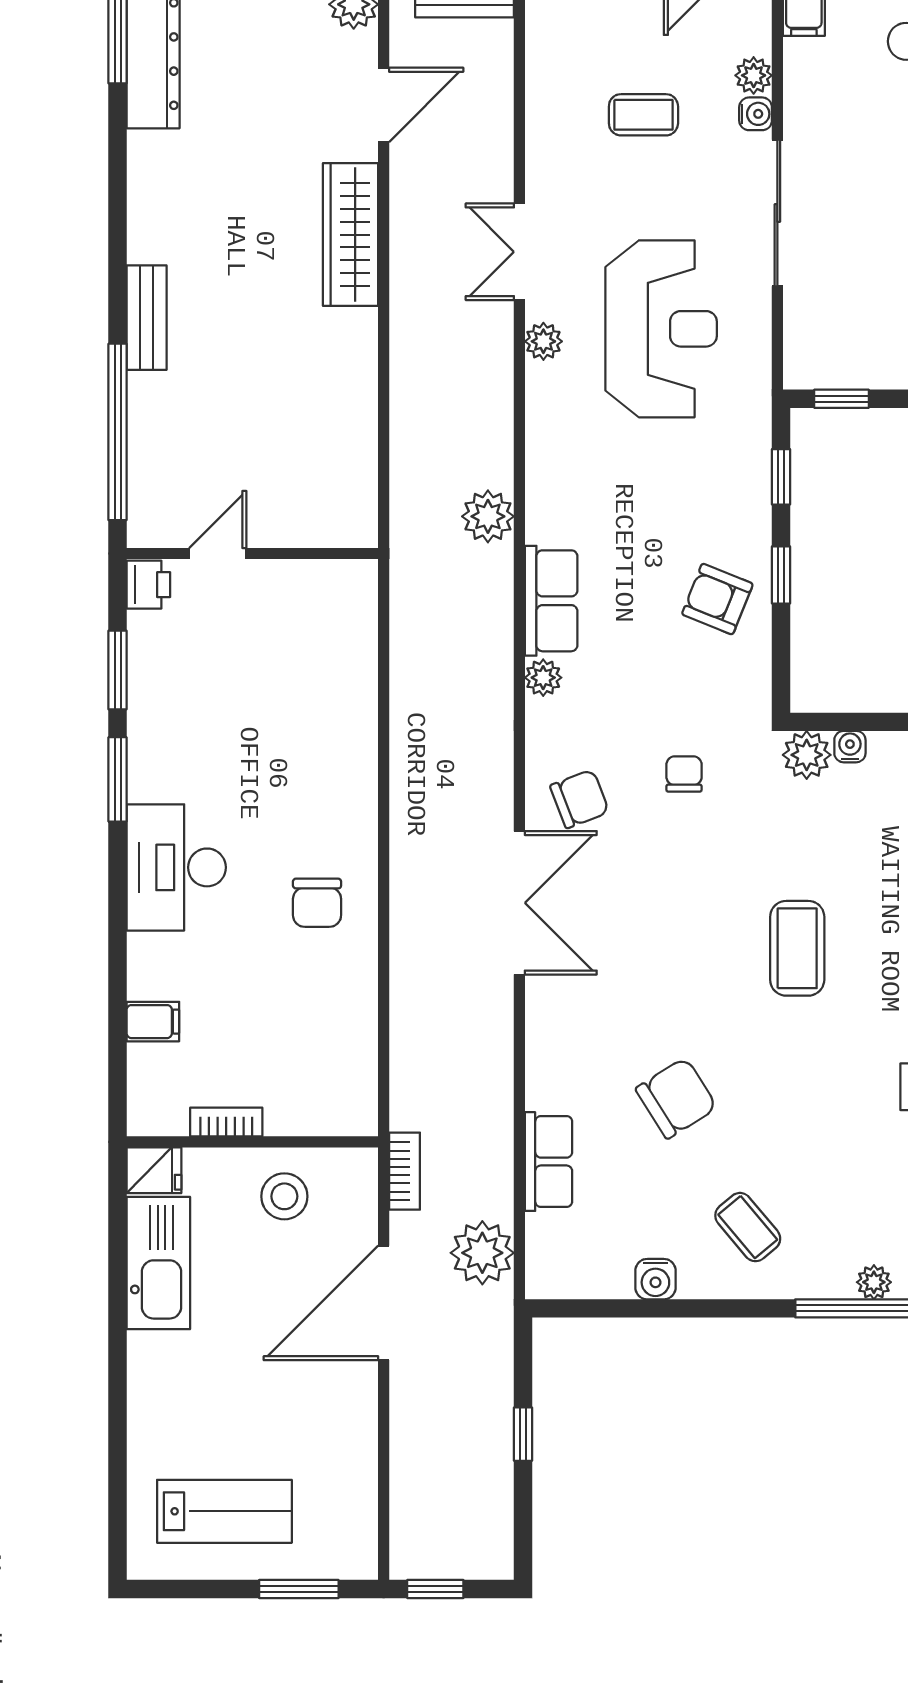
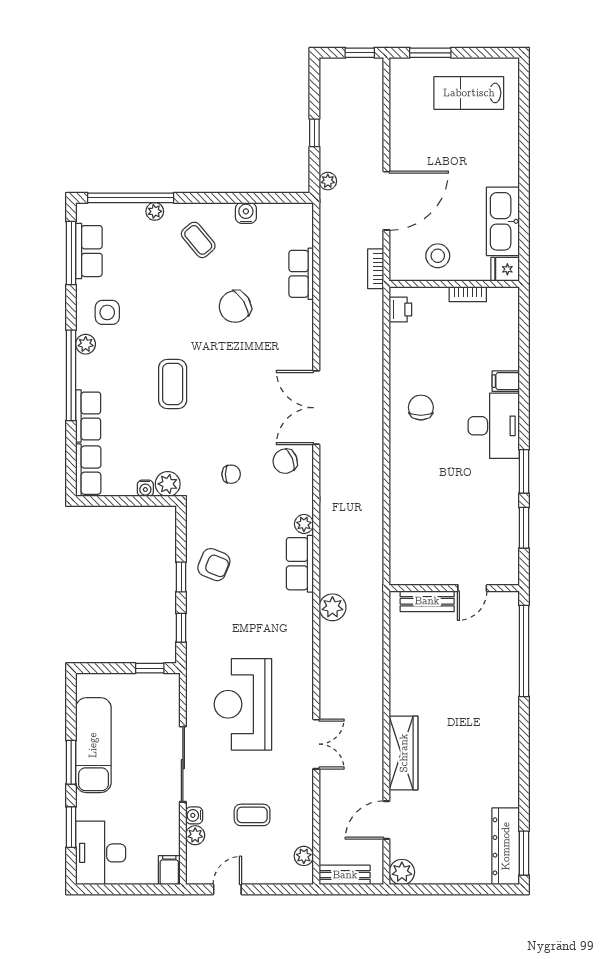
bench: (147, 318) -> (427, 601), moved, turned 90
plant: (543, 341) -> (304, 856), moved
printer: (148, 585) -> (400, 310), moved, turned 180
chair: (684, 774) -> (231, 474), turned -90
filing cabinet: (153, 1022) -> (506, 381), moved
plant: (482, 1253) -> (328, 181), moved, width x0.53, depth x0.53
plant: (874, 1282) -> (155, 211), moved

